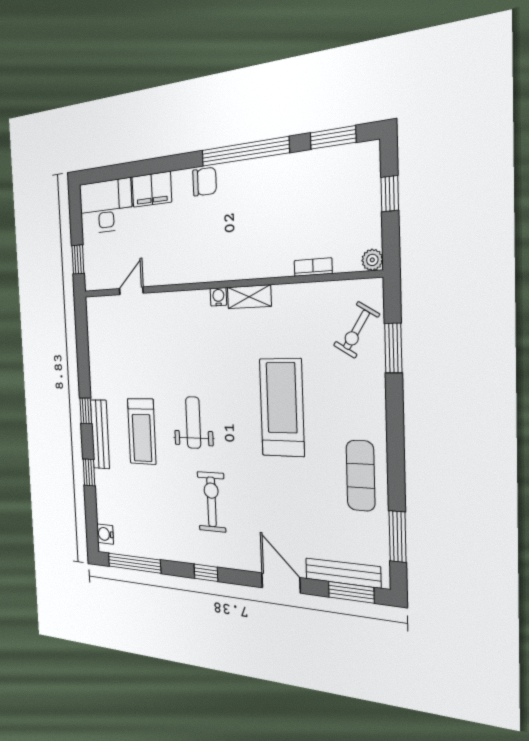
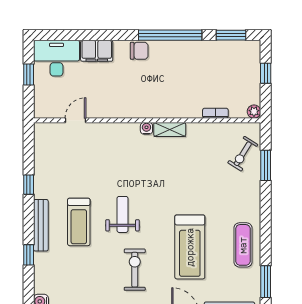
window: (78, 259) -> (29, 74), moved
treadmill: (282, 407) -> (190, 247), moved, turned 180
window: (86, 411) -> (29, 185), moved

